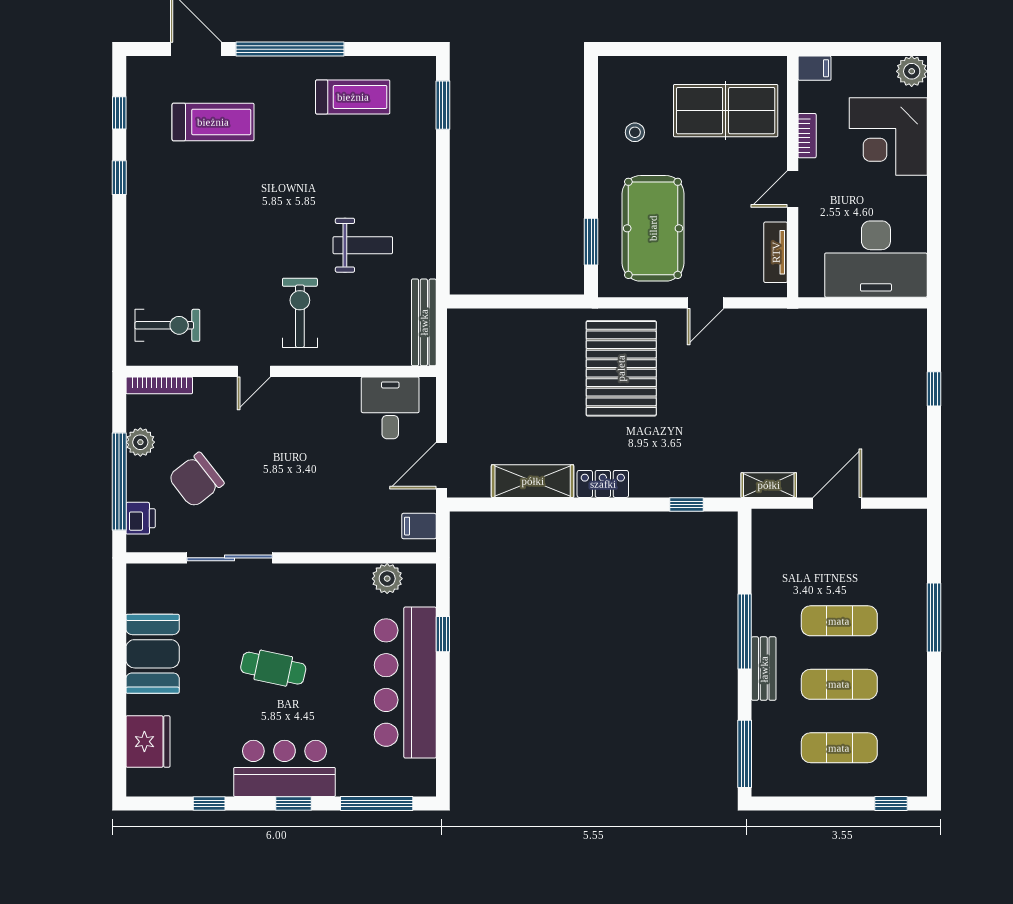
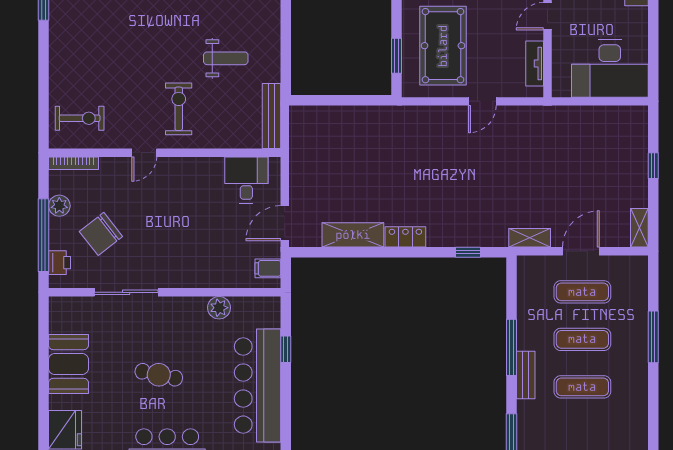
pallet: (621, 368) -> (419, 150), removed
shelving: (915, 472) -> (639, 228), added
plant: (387, 579) -> (219, 308), moved
exercise mat: (839, 748) -> (582, 292), moved

